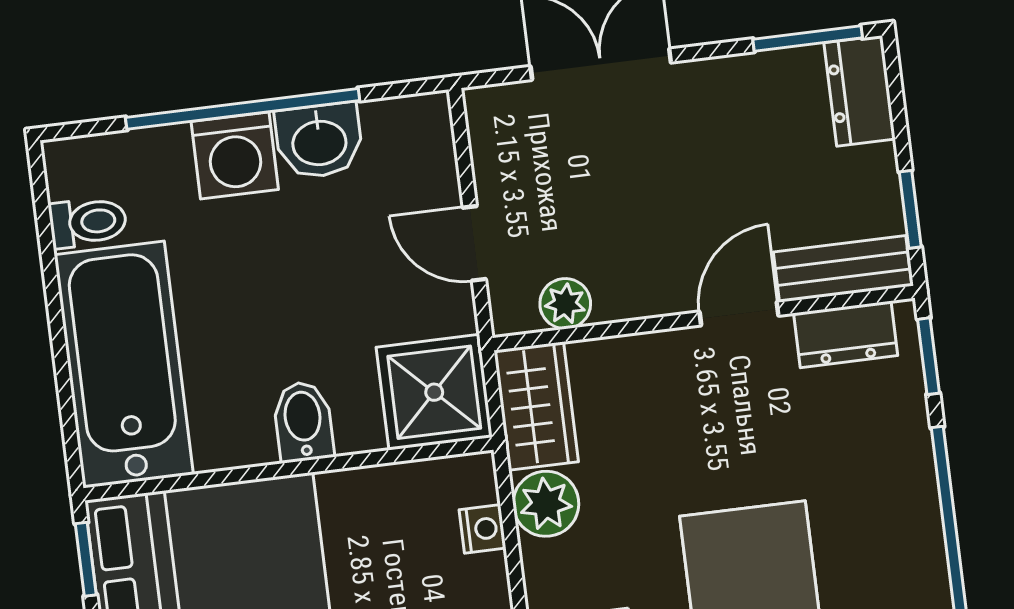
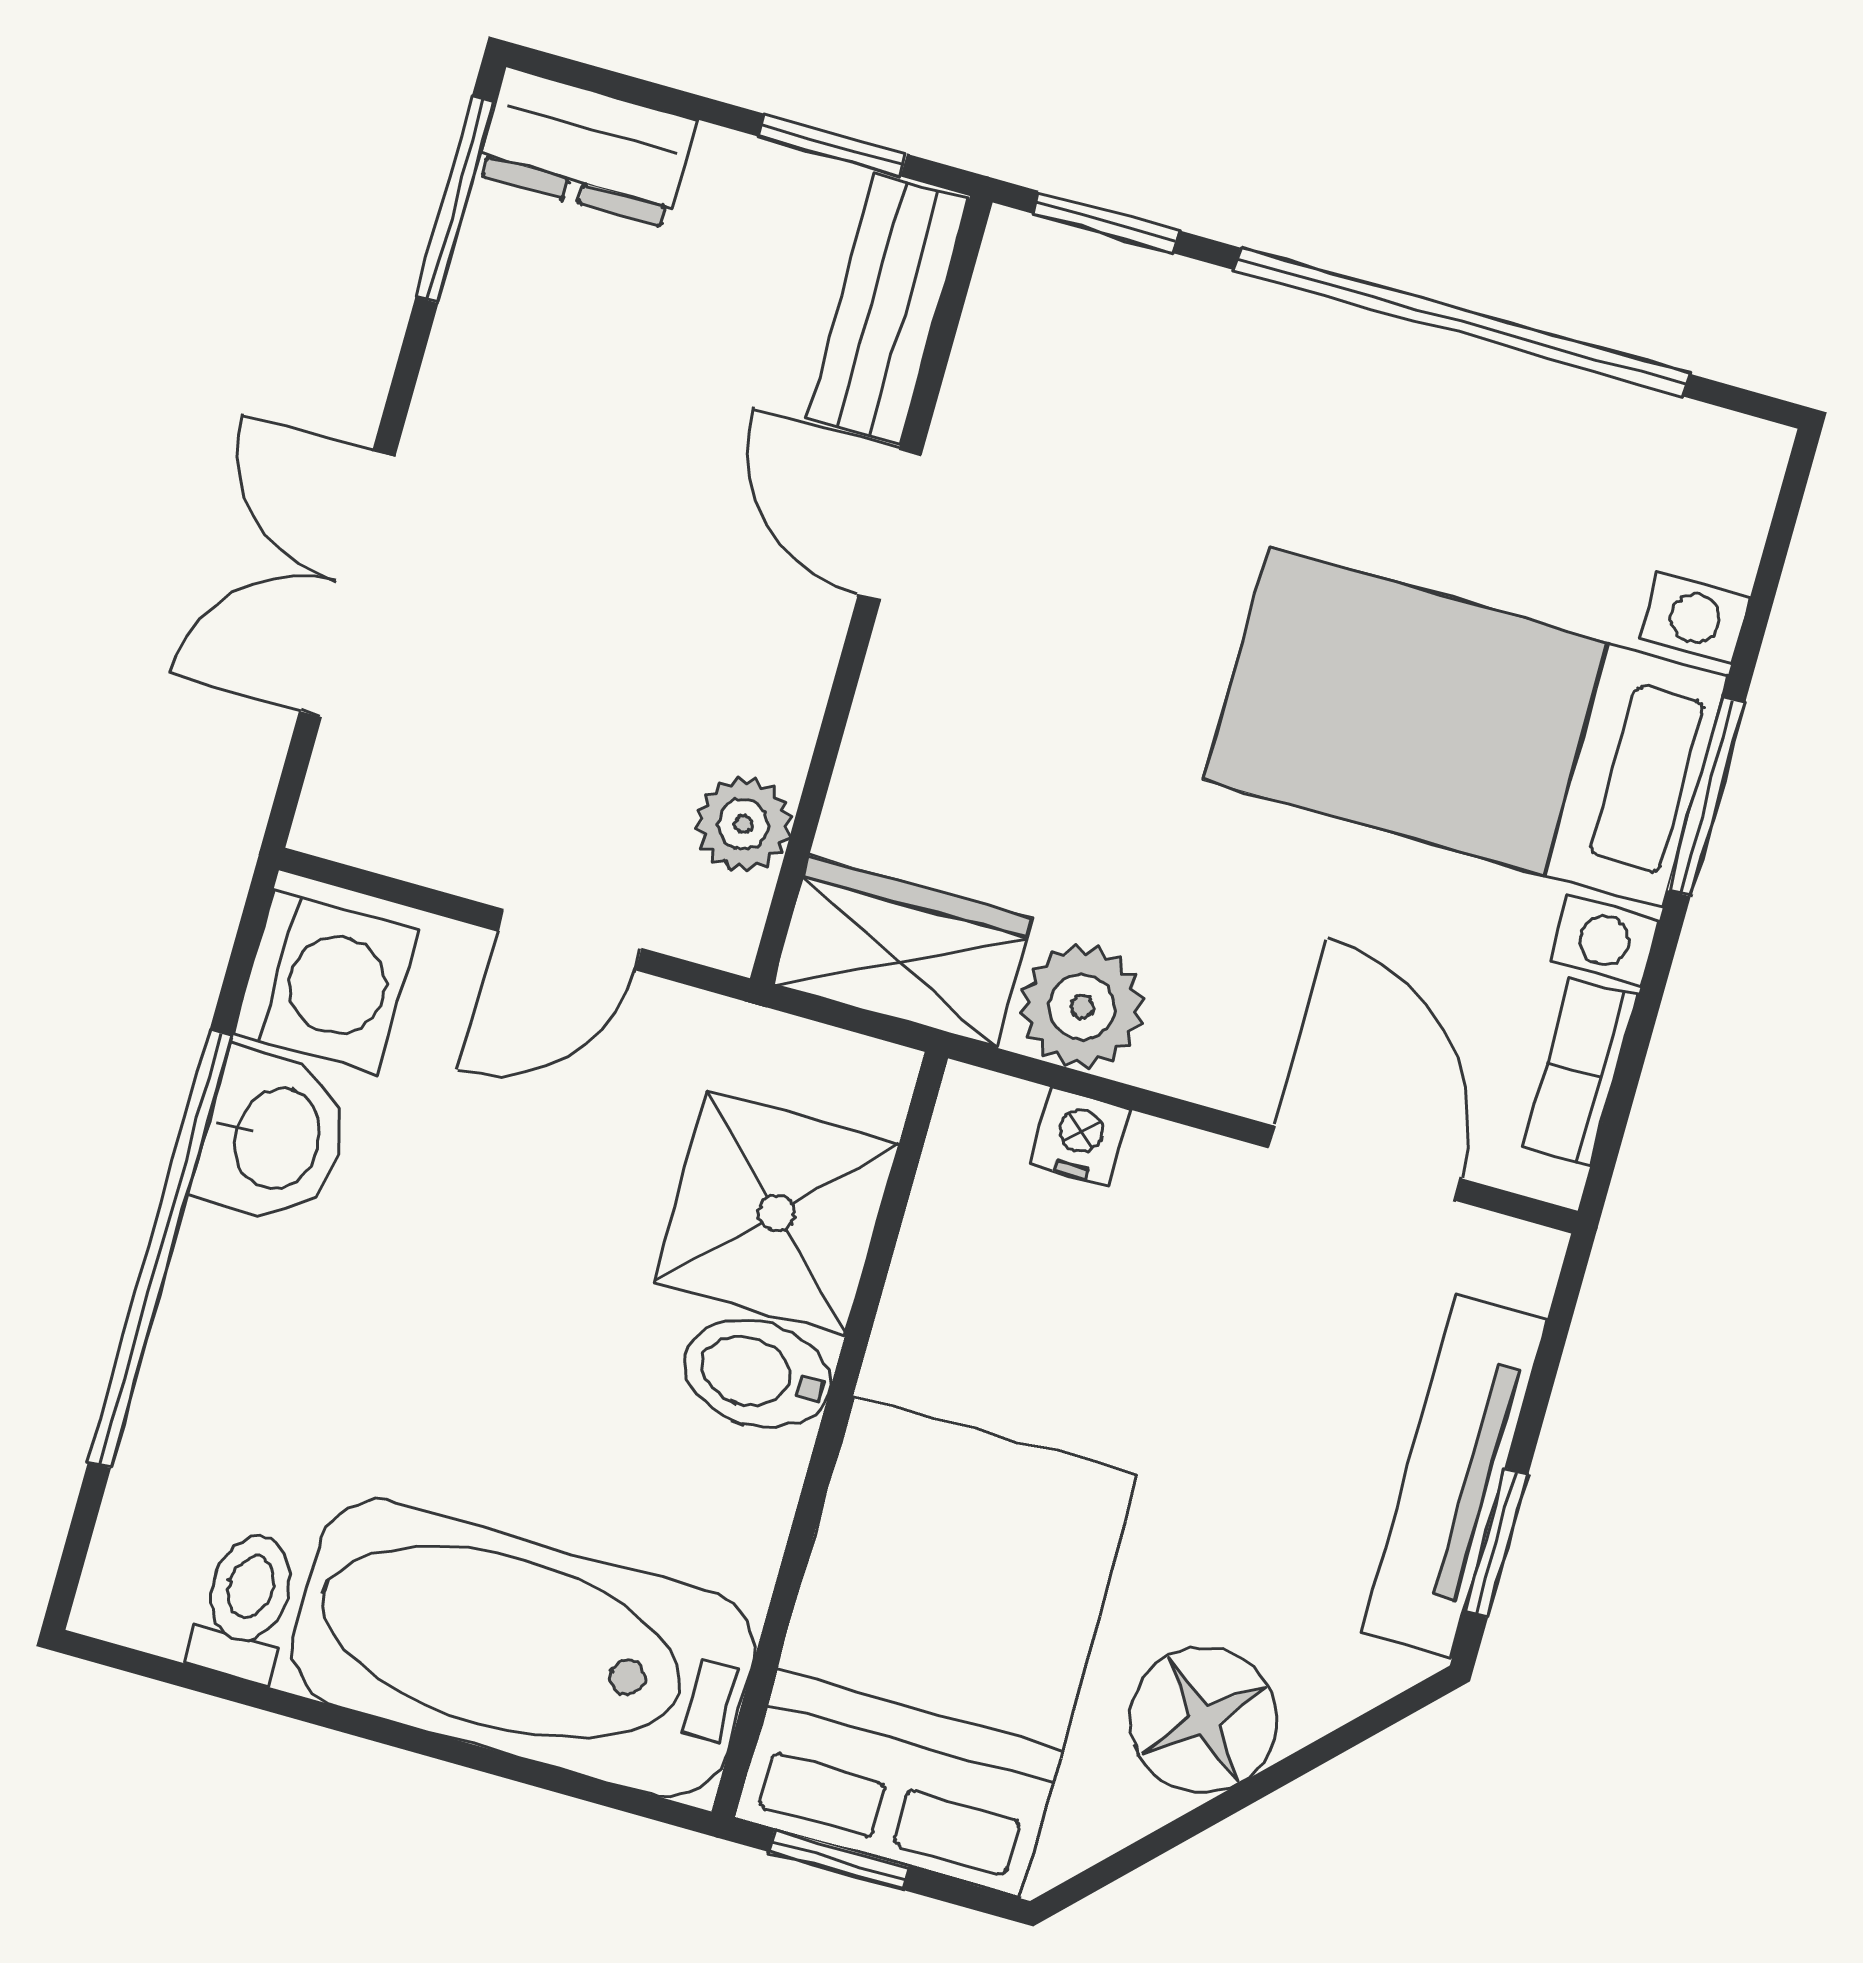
washing machine: (235, 156) -> (325, 982), moved
dresser: (846, 334) -> (1005, 352), removed
shower: (434, 392) -> (777, 1213), moved

